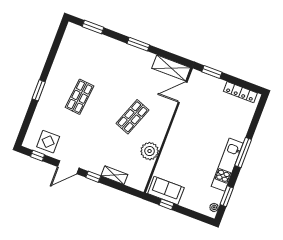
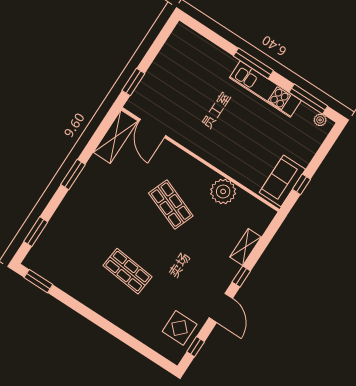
window: (39, 90) -> (38, 281), moved
locker: (240, 92) -> (170, 49), removed
window: (227, 196) -> (308, 99), width x1.44

